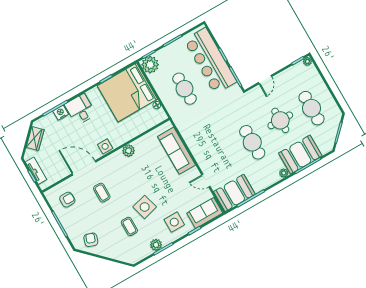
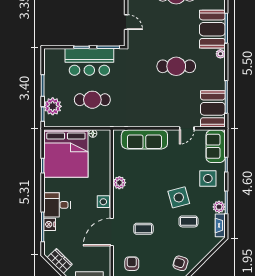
bar counter: (210, 61) -> (89, 62), width x0.73
plant: (150, 65) -> (53, 106), moved
round table: (280, 120) -> (171, 29), removed
fireplace: (141, 255) -> (220, 225), added

